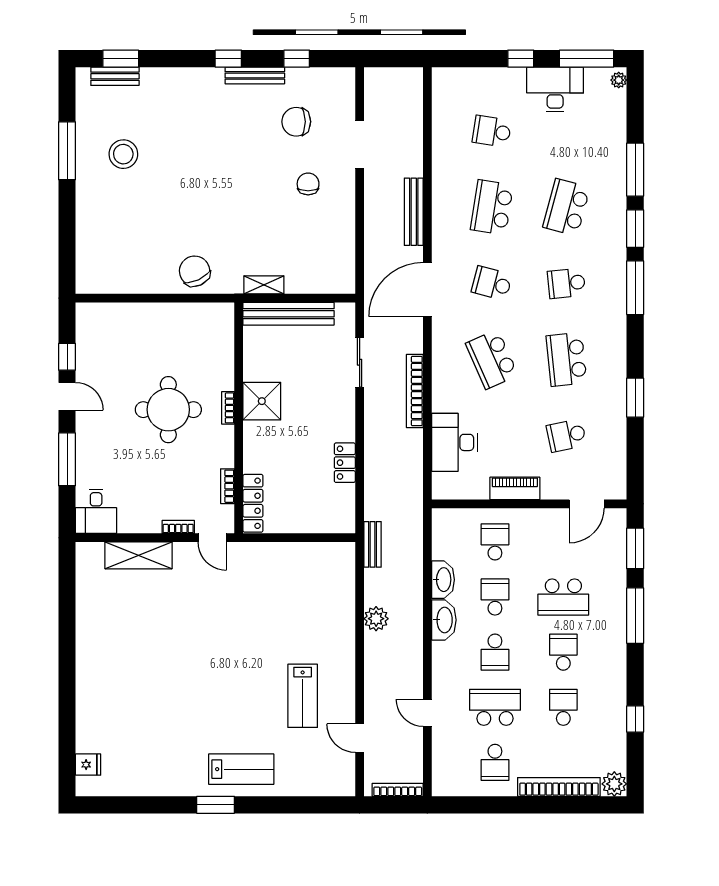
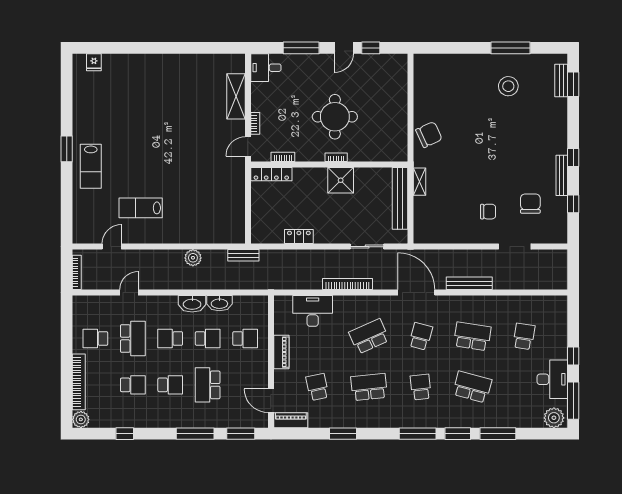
plant: (619, 80) -> (554, 418), width x1.87, depth x1.87
piano: (616, 475) -> (291, 420), added

